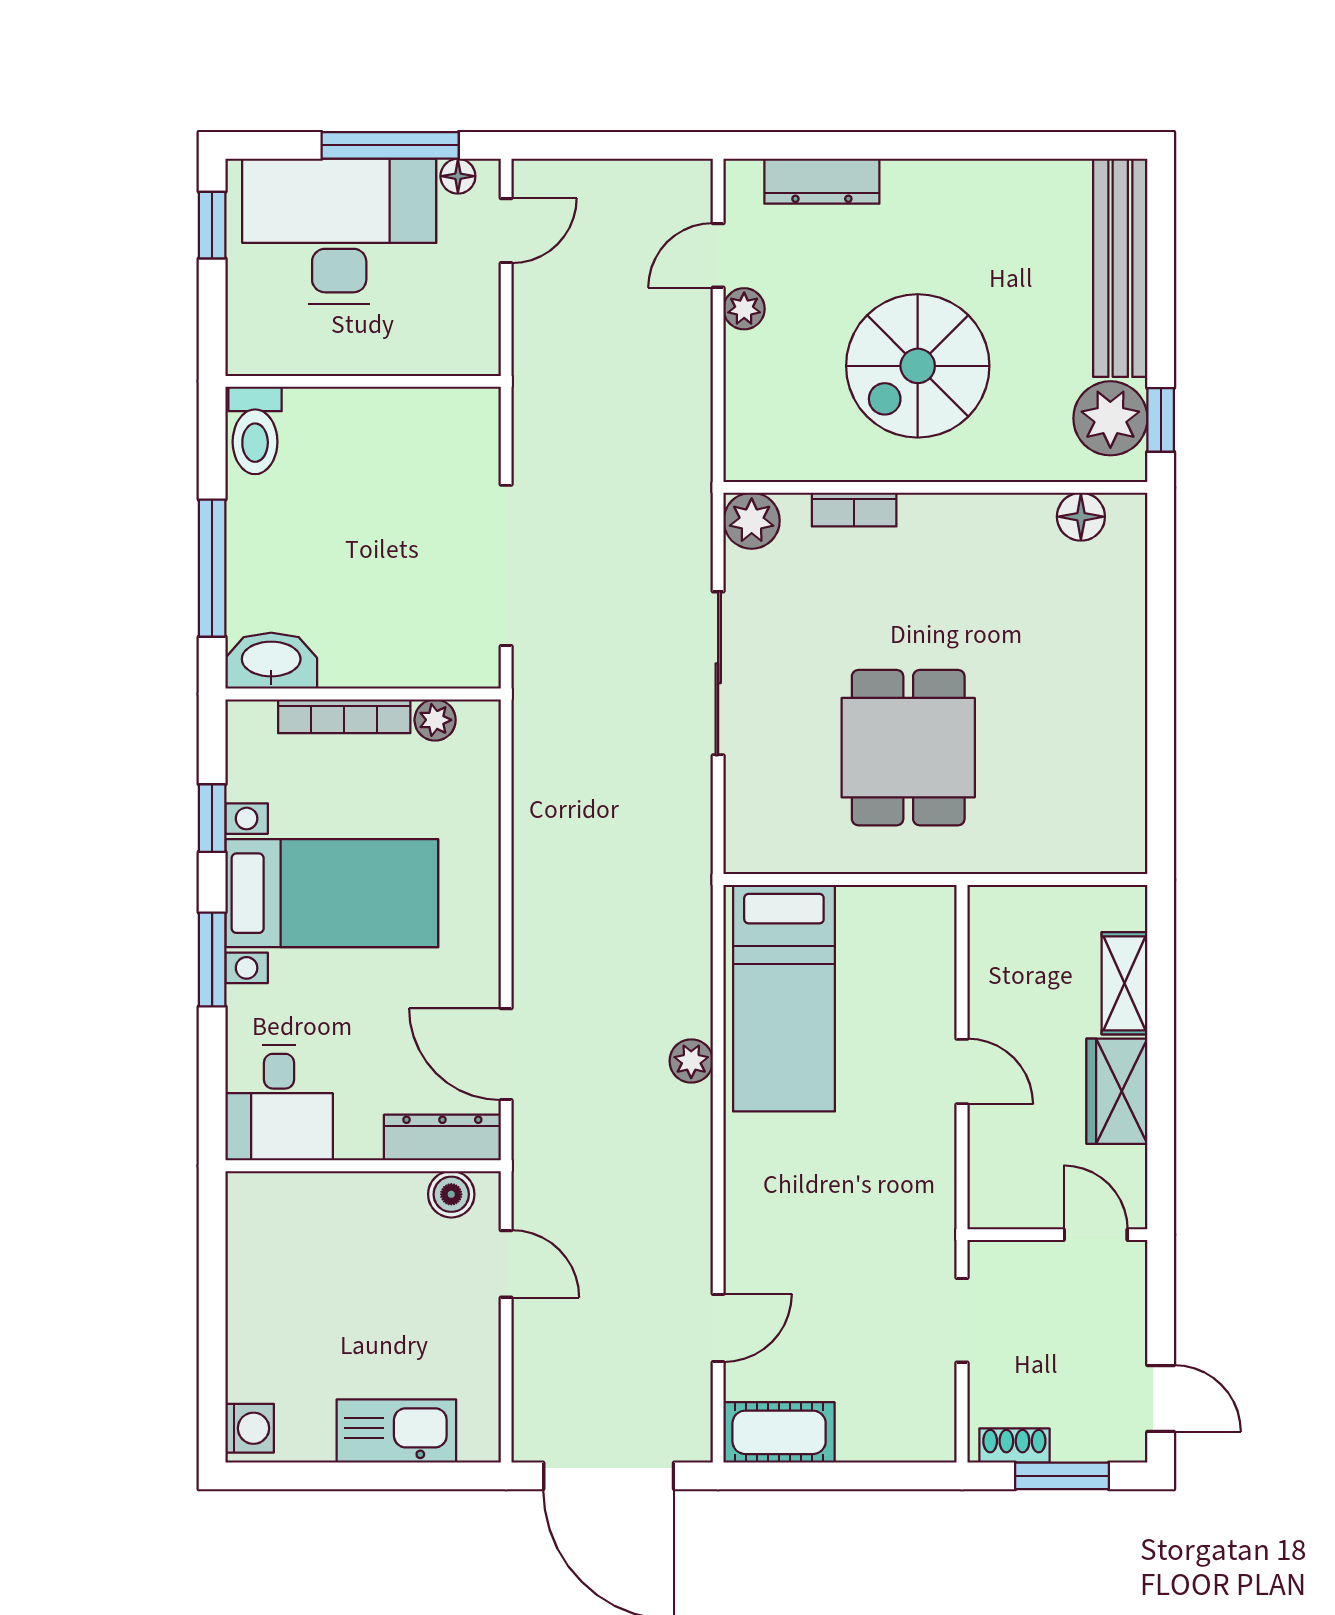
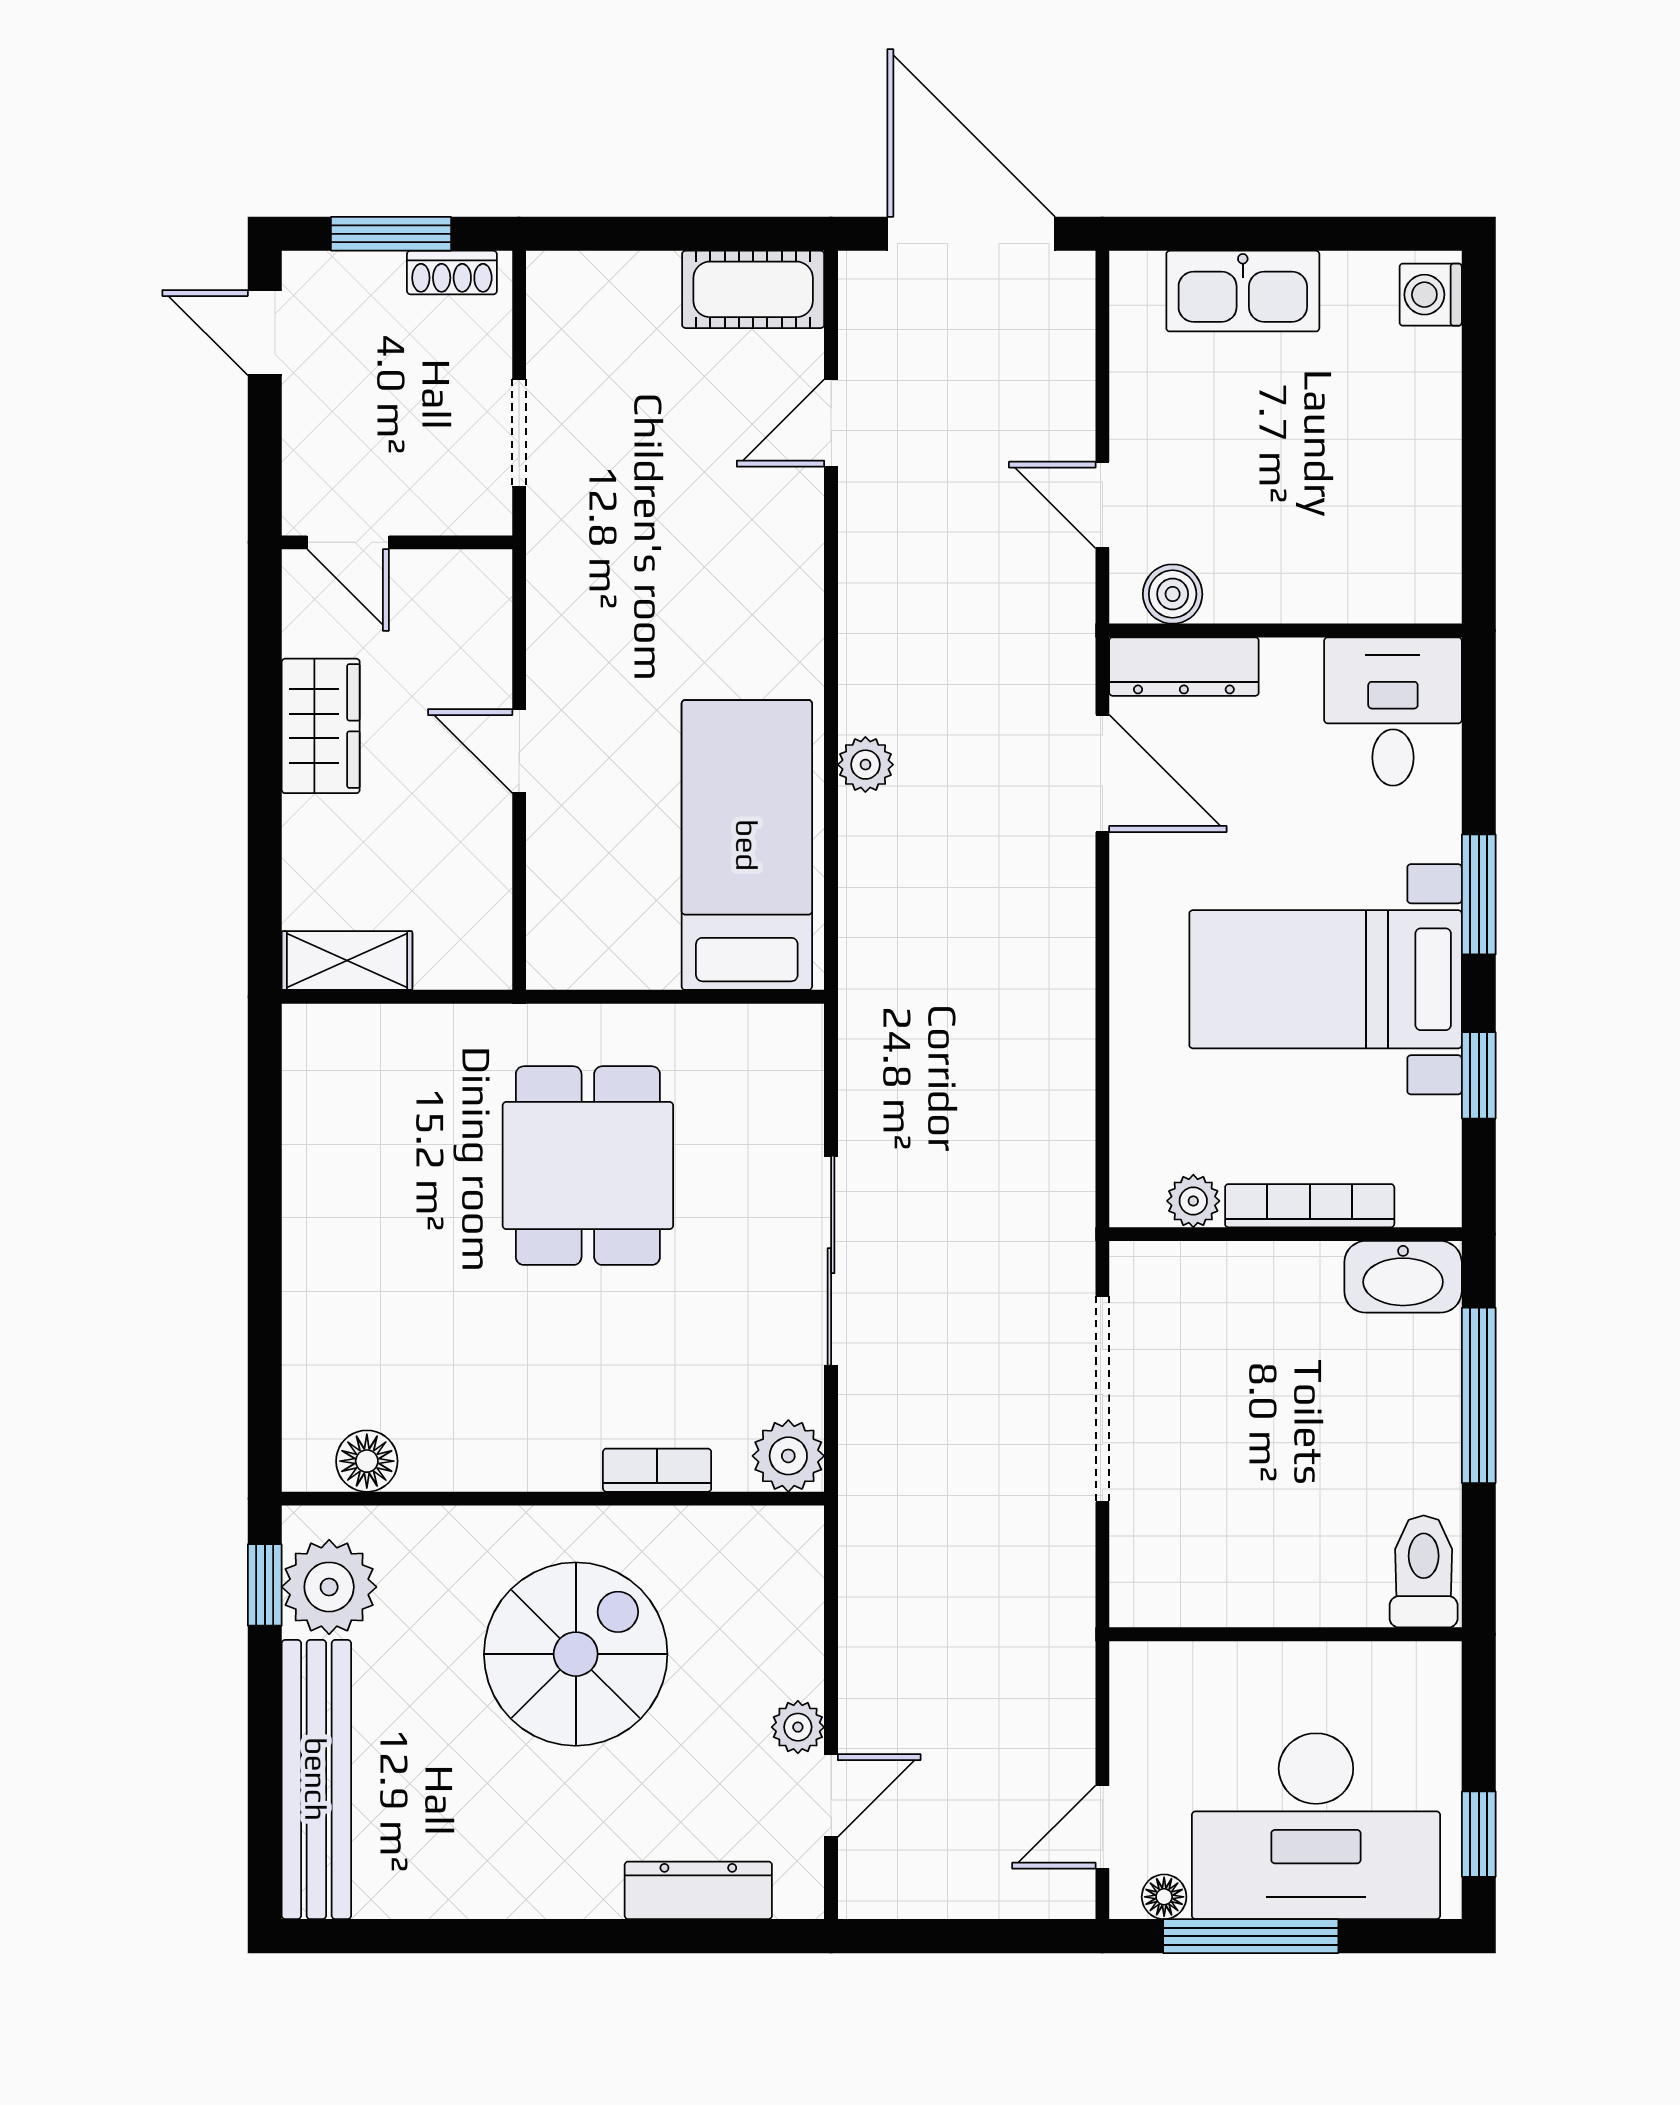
shelving: (1125, 983) -> (347, 961), moved, turned 90

